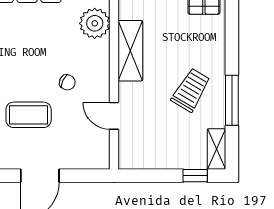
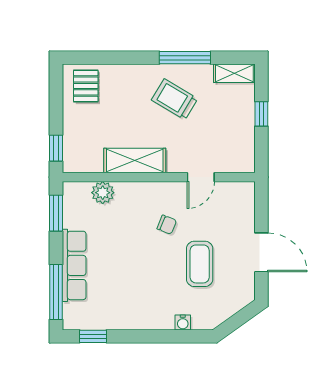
plant: (95, 23) -> (103, 193), width x0.73, depth x0.73
chair: (67, 82) -> (167, 225), turned 85
window: (195, 176) -> (261, 114), moved

